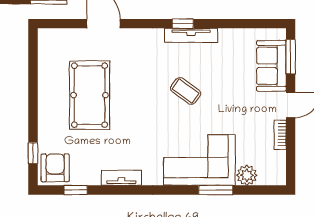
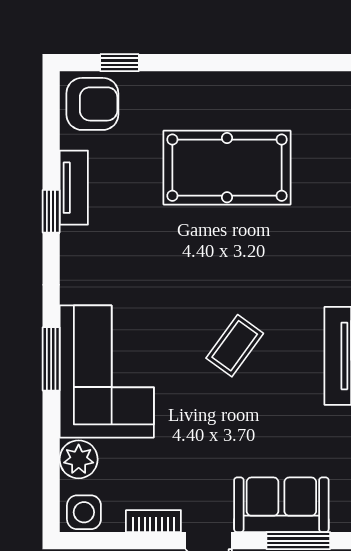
side table: (275, 172) -> (84, 512), added
tv unit: (121, 178) -> (74, 188), moved
window: (76, 190) -> (51, 211), moved
window: (216, 190) -> (51, 359), moved

